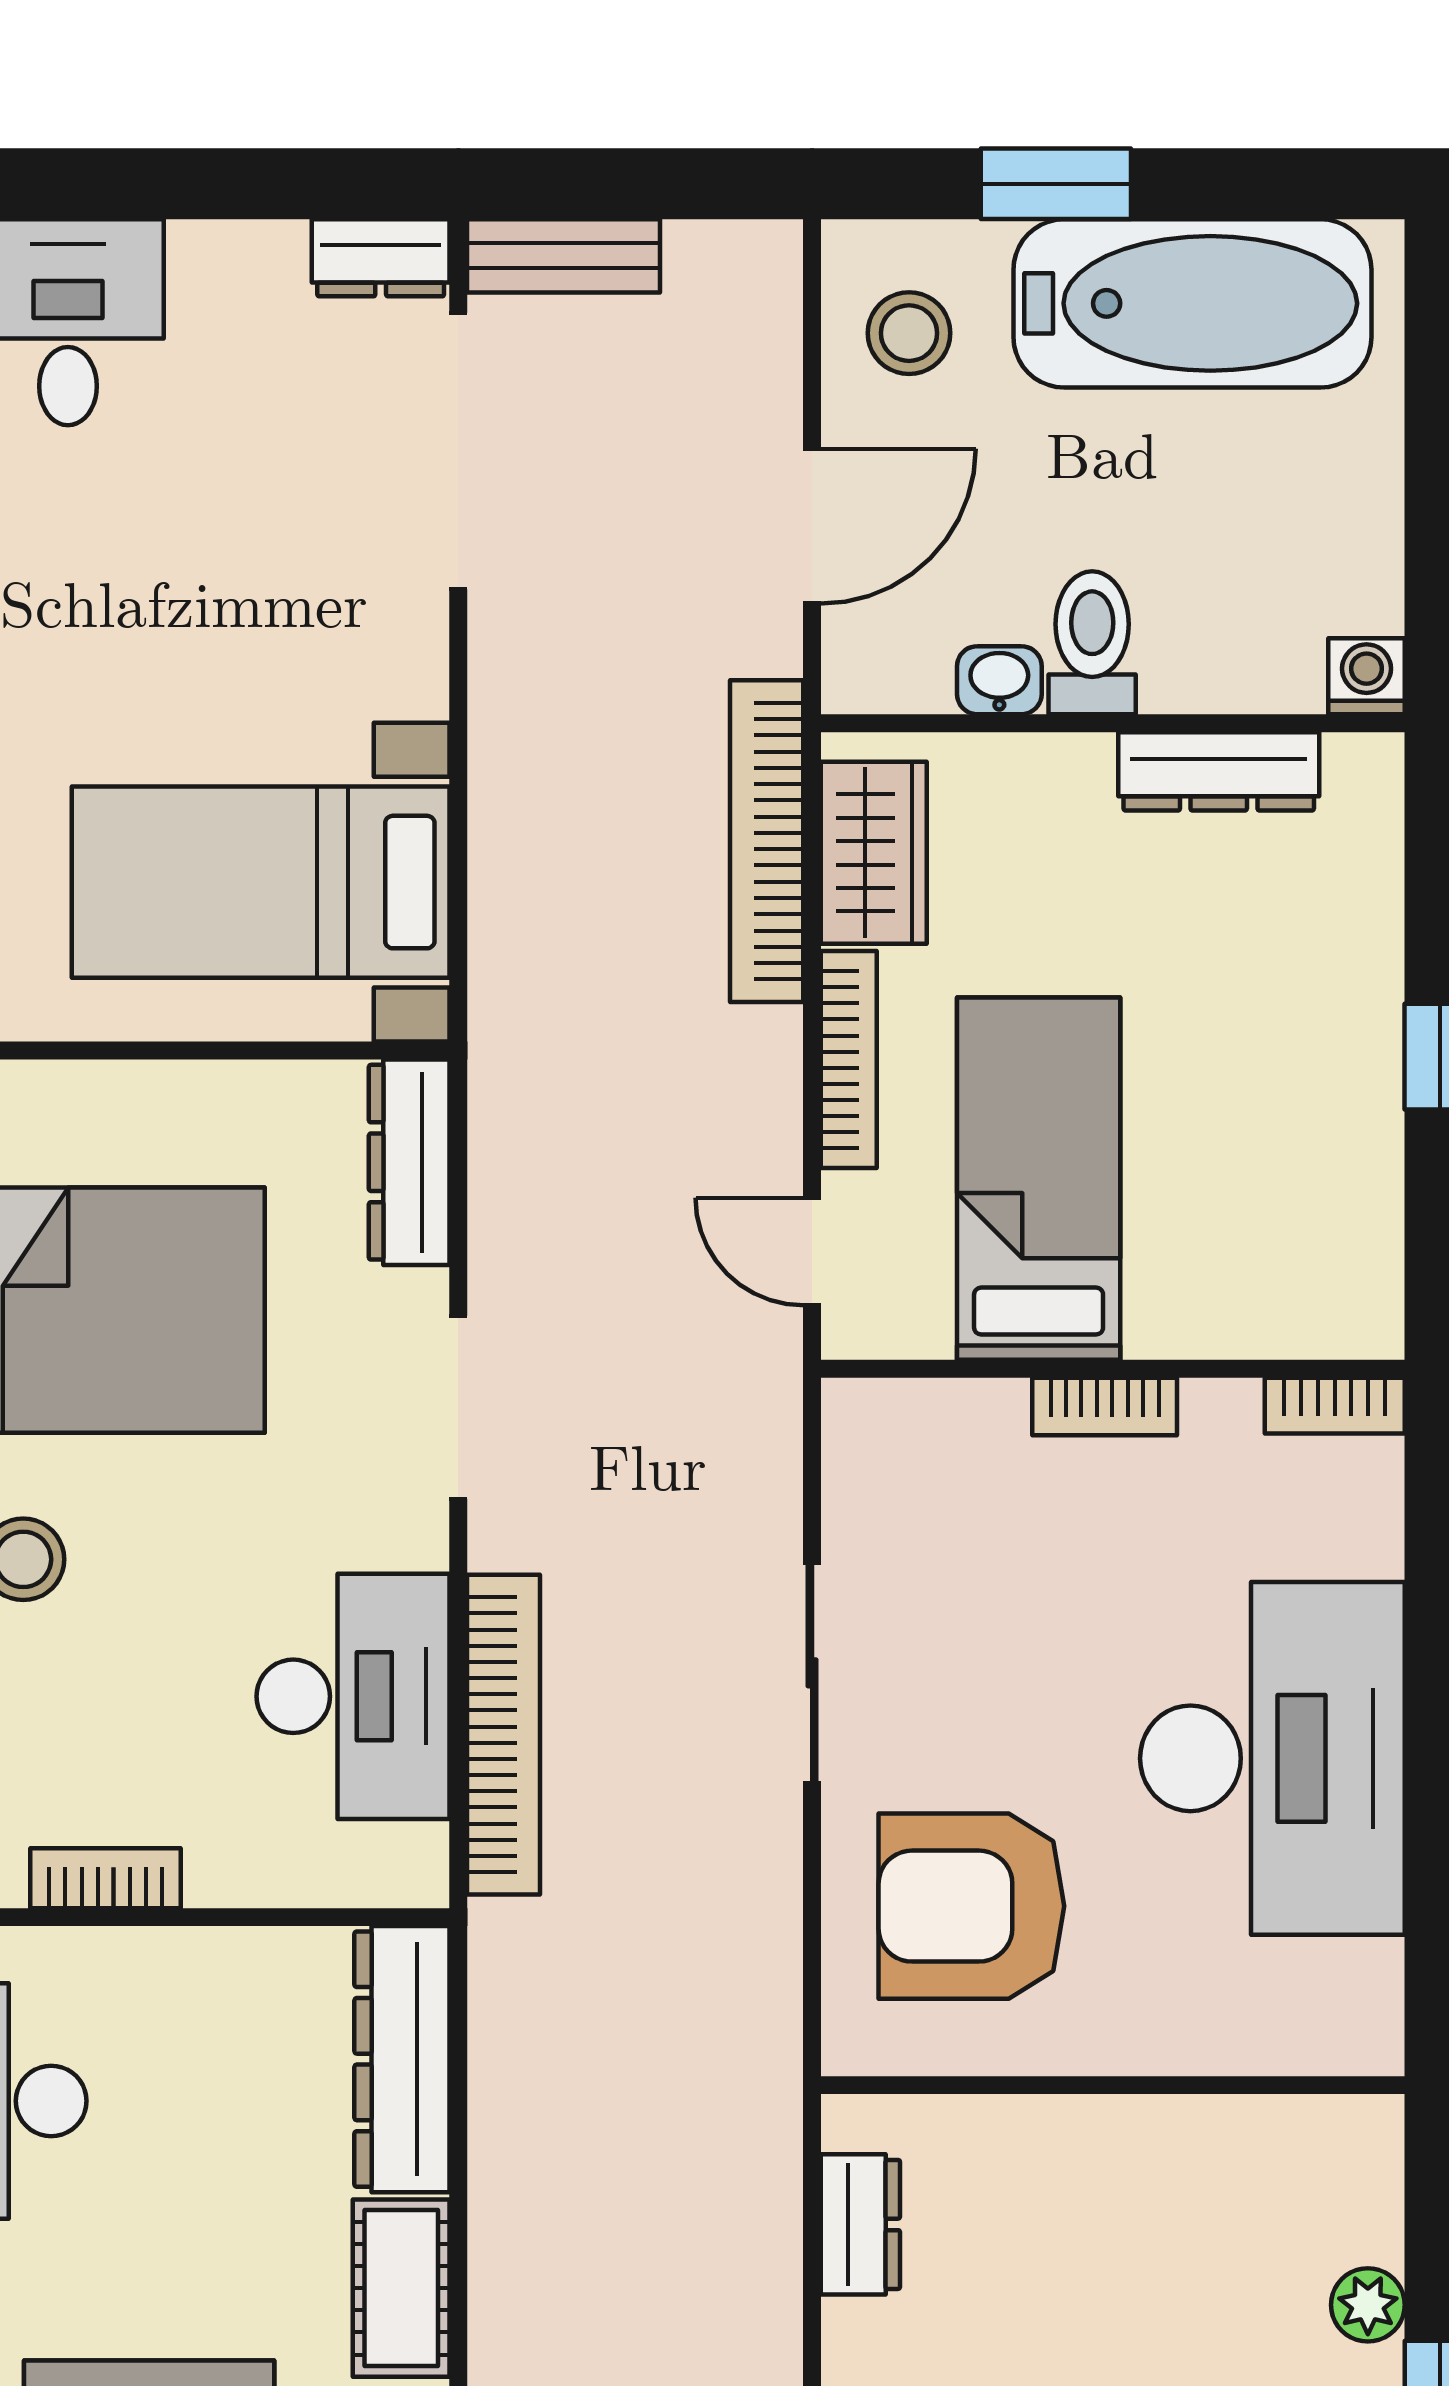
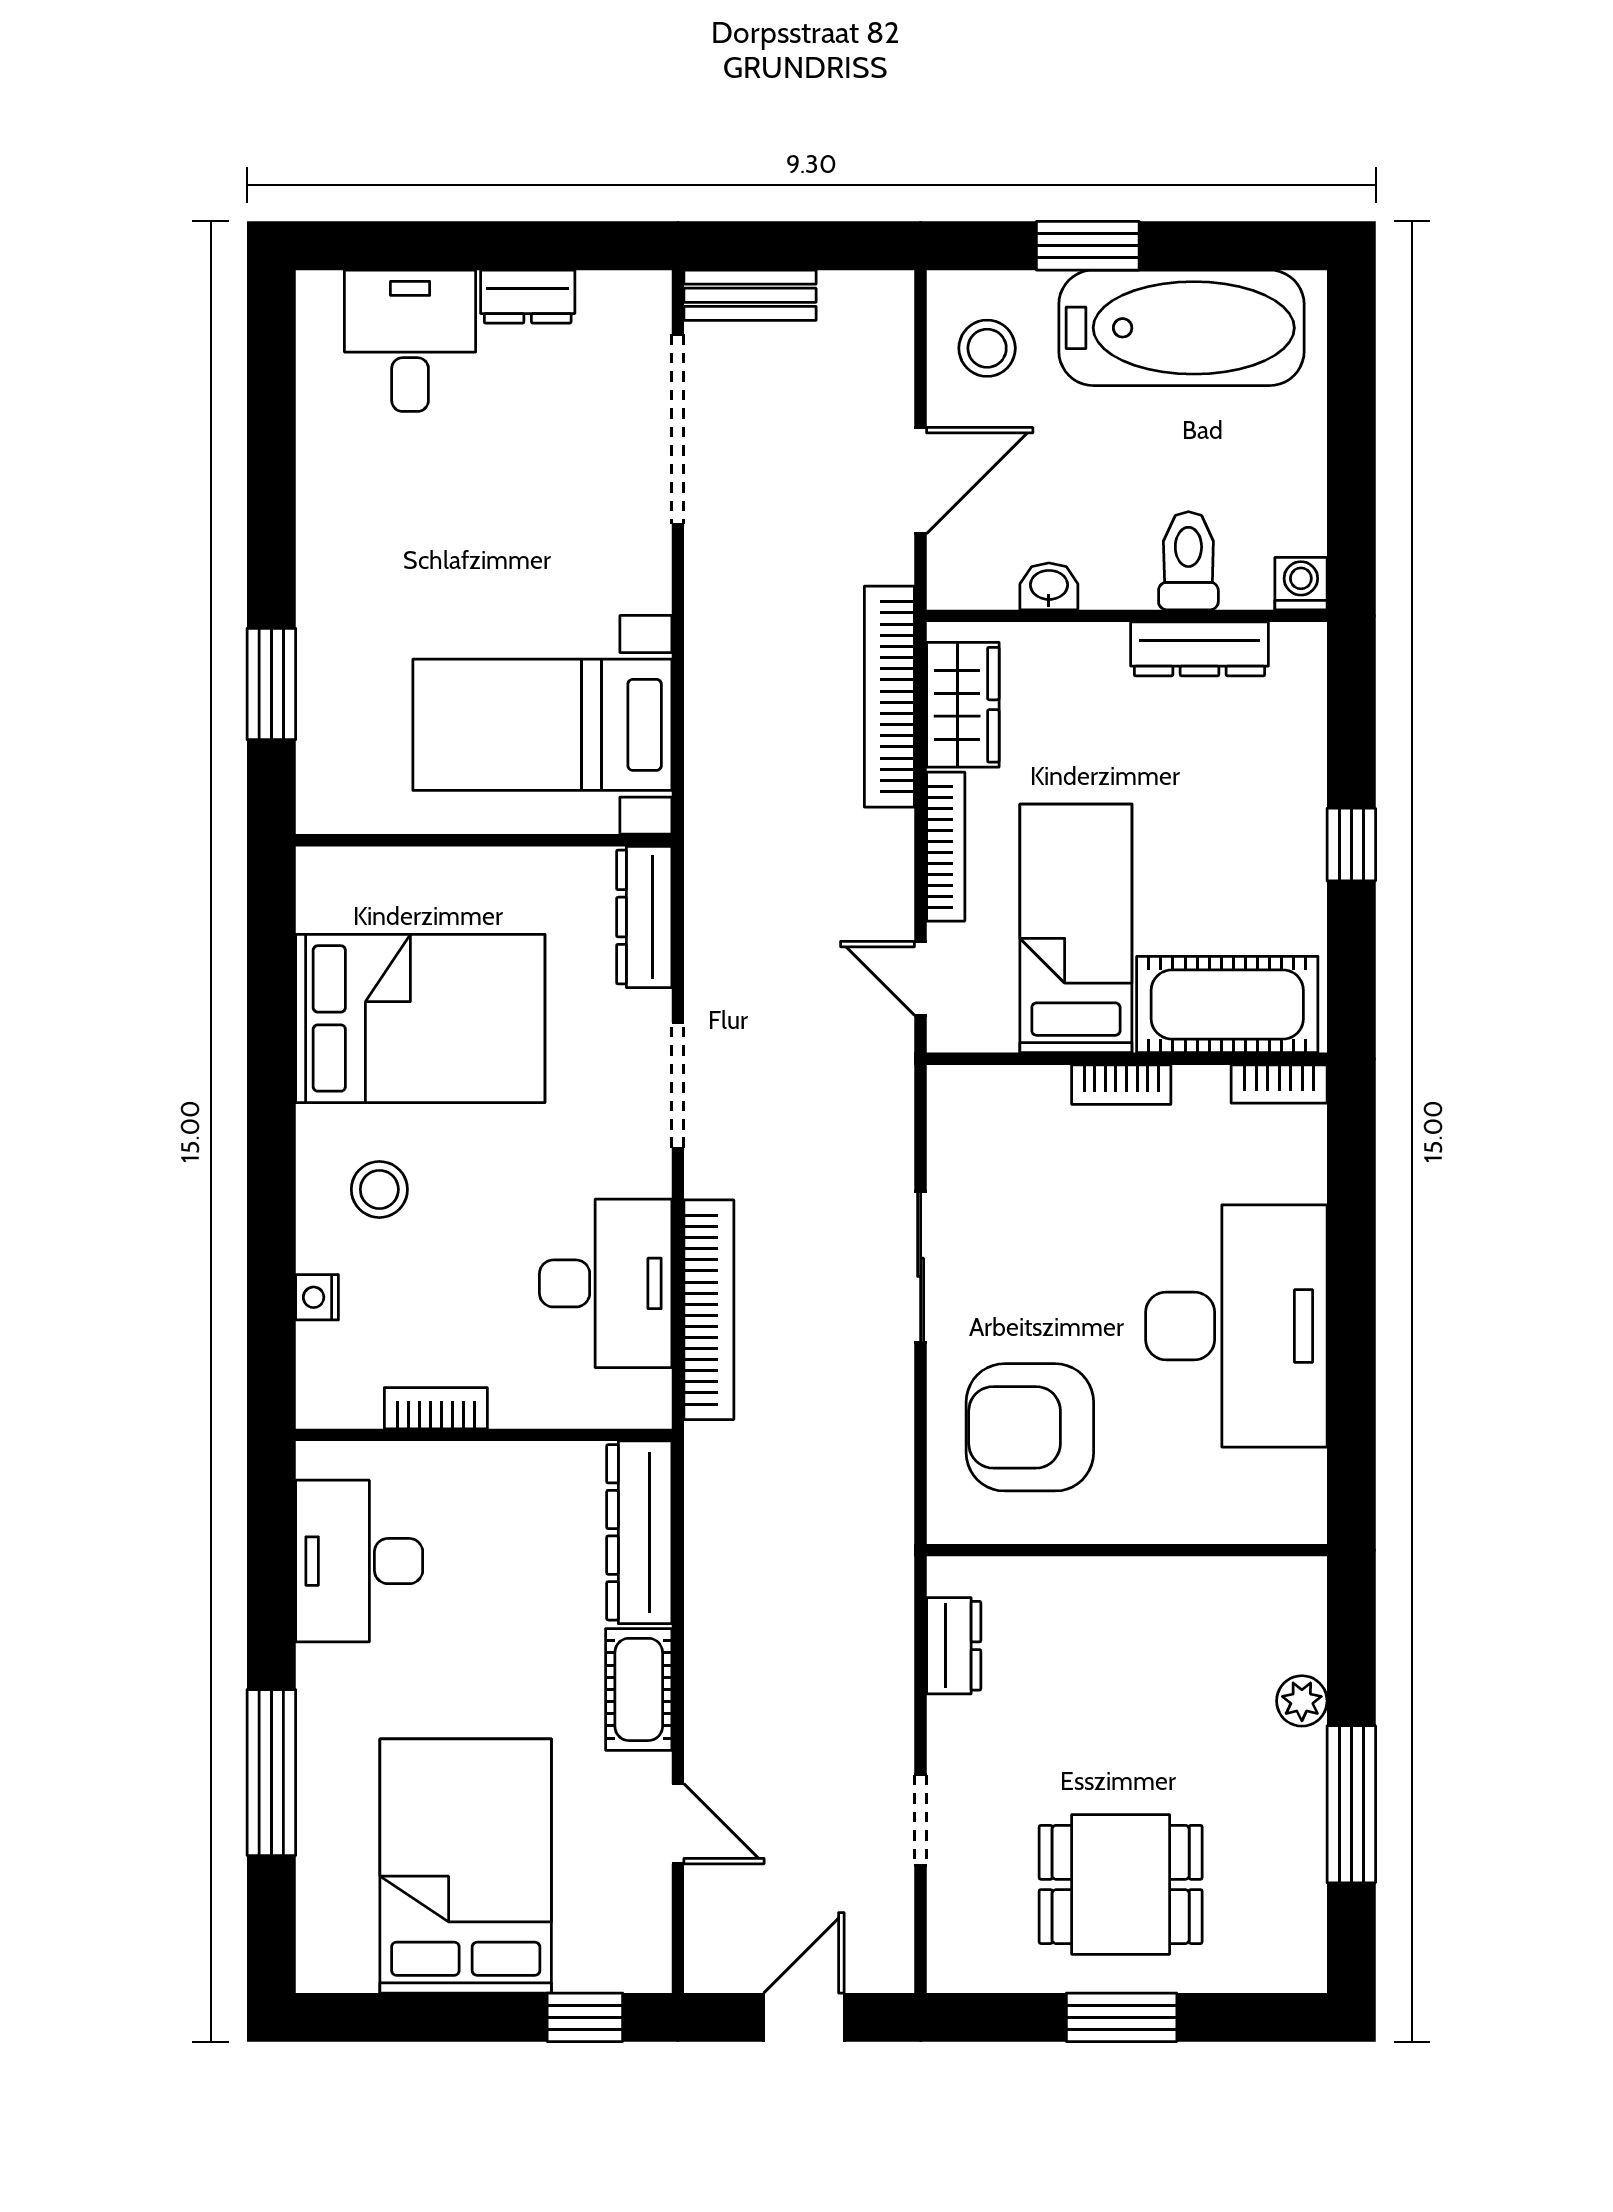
dresser: (381, 258) -> (528, 297), moved
toilet: (1092, 643) -> (1188, 561), moved
cot: (1259, 1290) -> (1227, 1004), added

